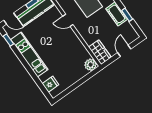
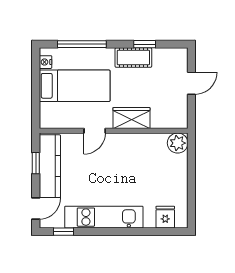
door: (124, 51) -> (191, 83), swing flipped
wardrobe: (100, 52) -> (131, 118), moved

